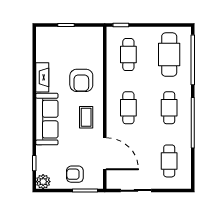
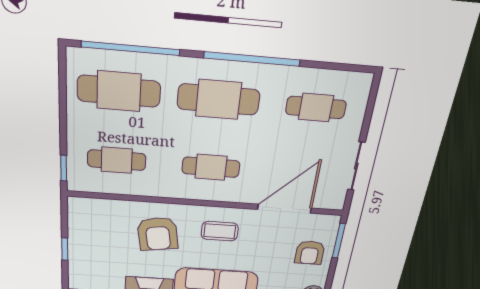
armchair: (81, 80) -> (158, 234), turned 81
cafe table: (169, 108) -> (218, 99), width x1.37, depth x1.35

